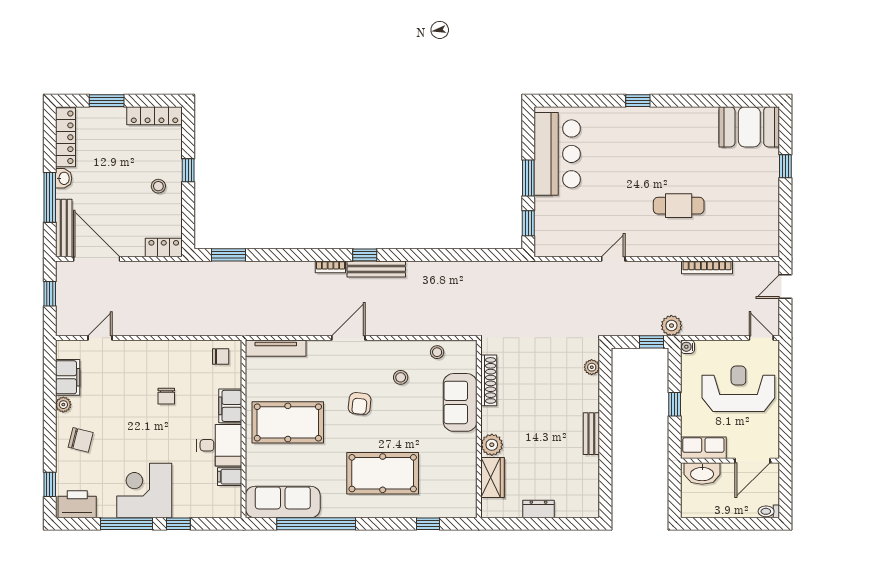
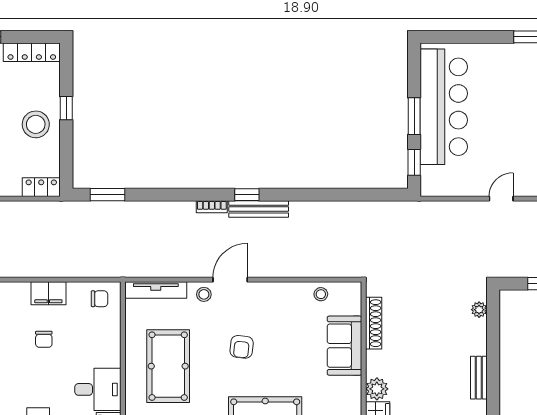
bar counter: (557, 154) -> (444, 107), width x1.36
stool: (158, 186) -> (36, 124), width x1.89, depth x1.89
stool: (401, 377) -> (204, 294), moved
filing cabinet: (230, 406) -> (48, 293), moved, turned -90
pool table: (288, 422) -> (168, 366), turned 90

